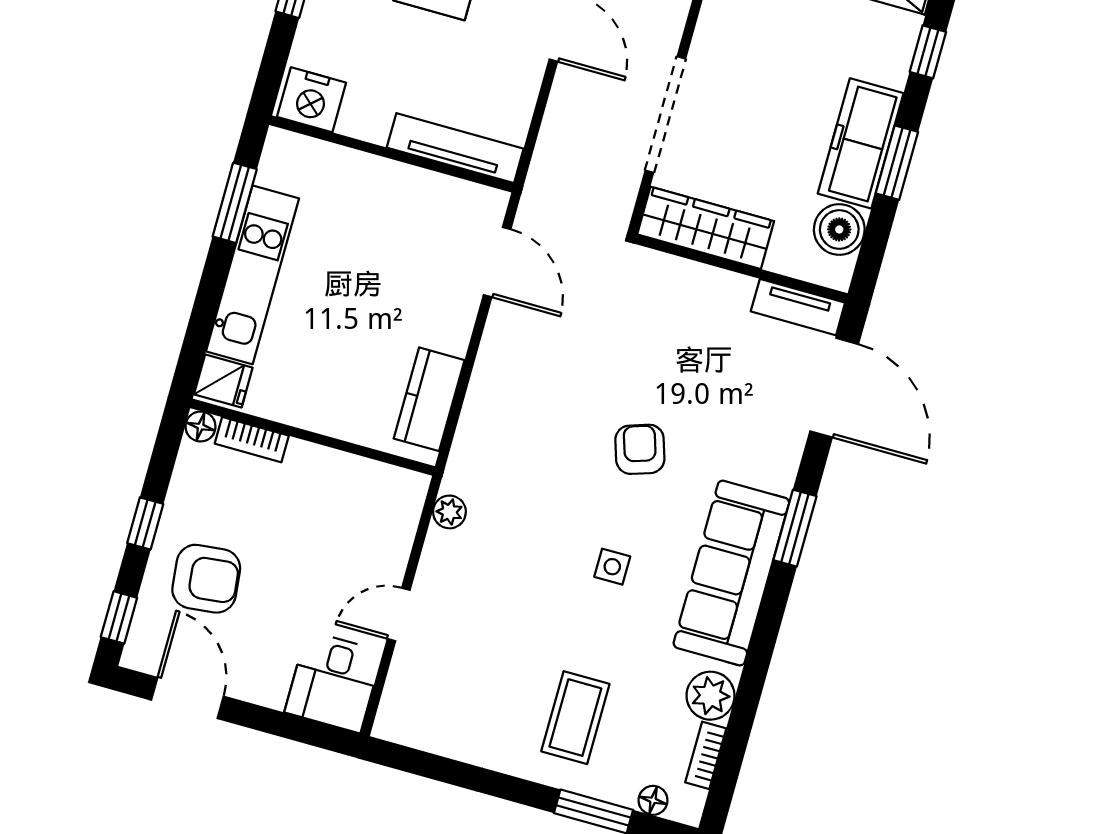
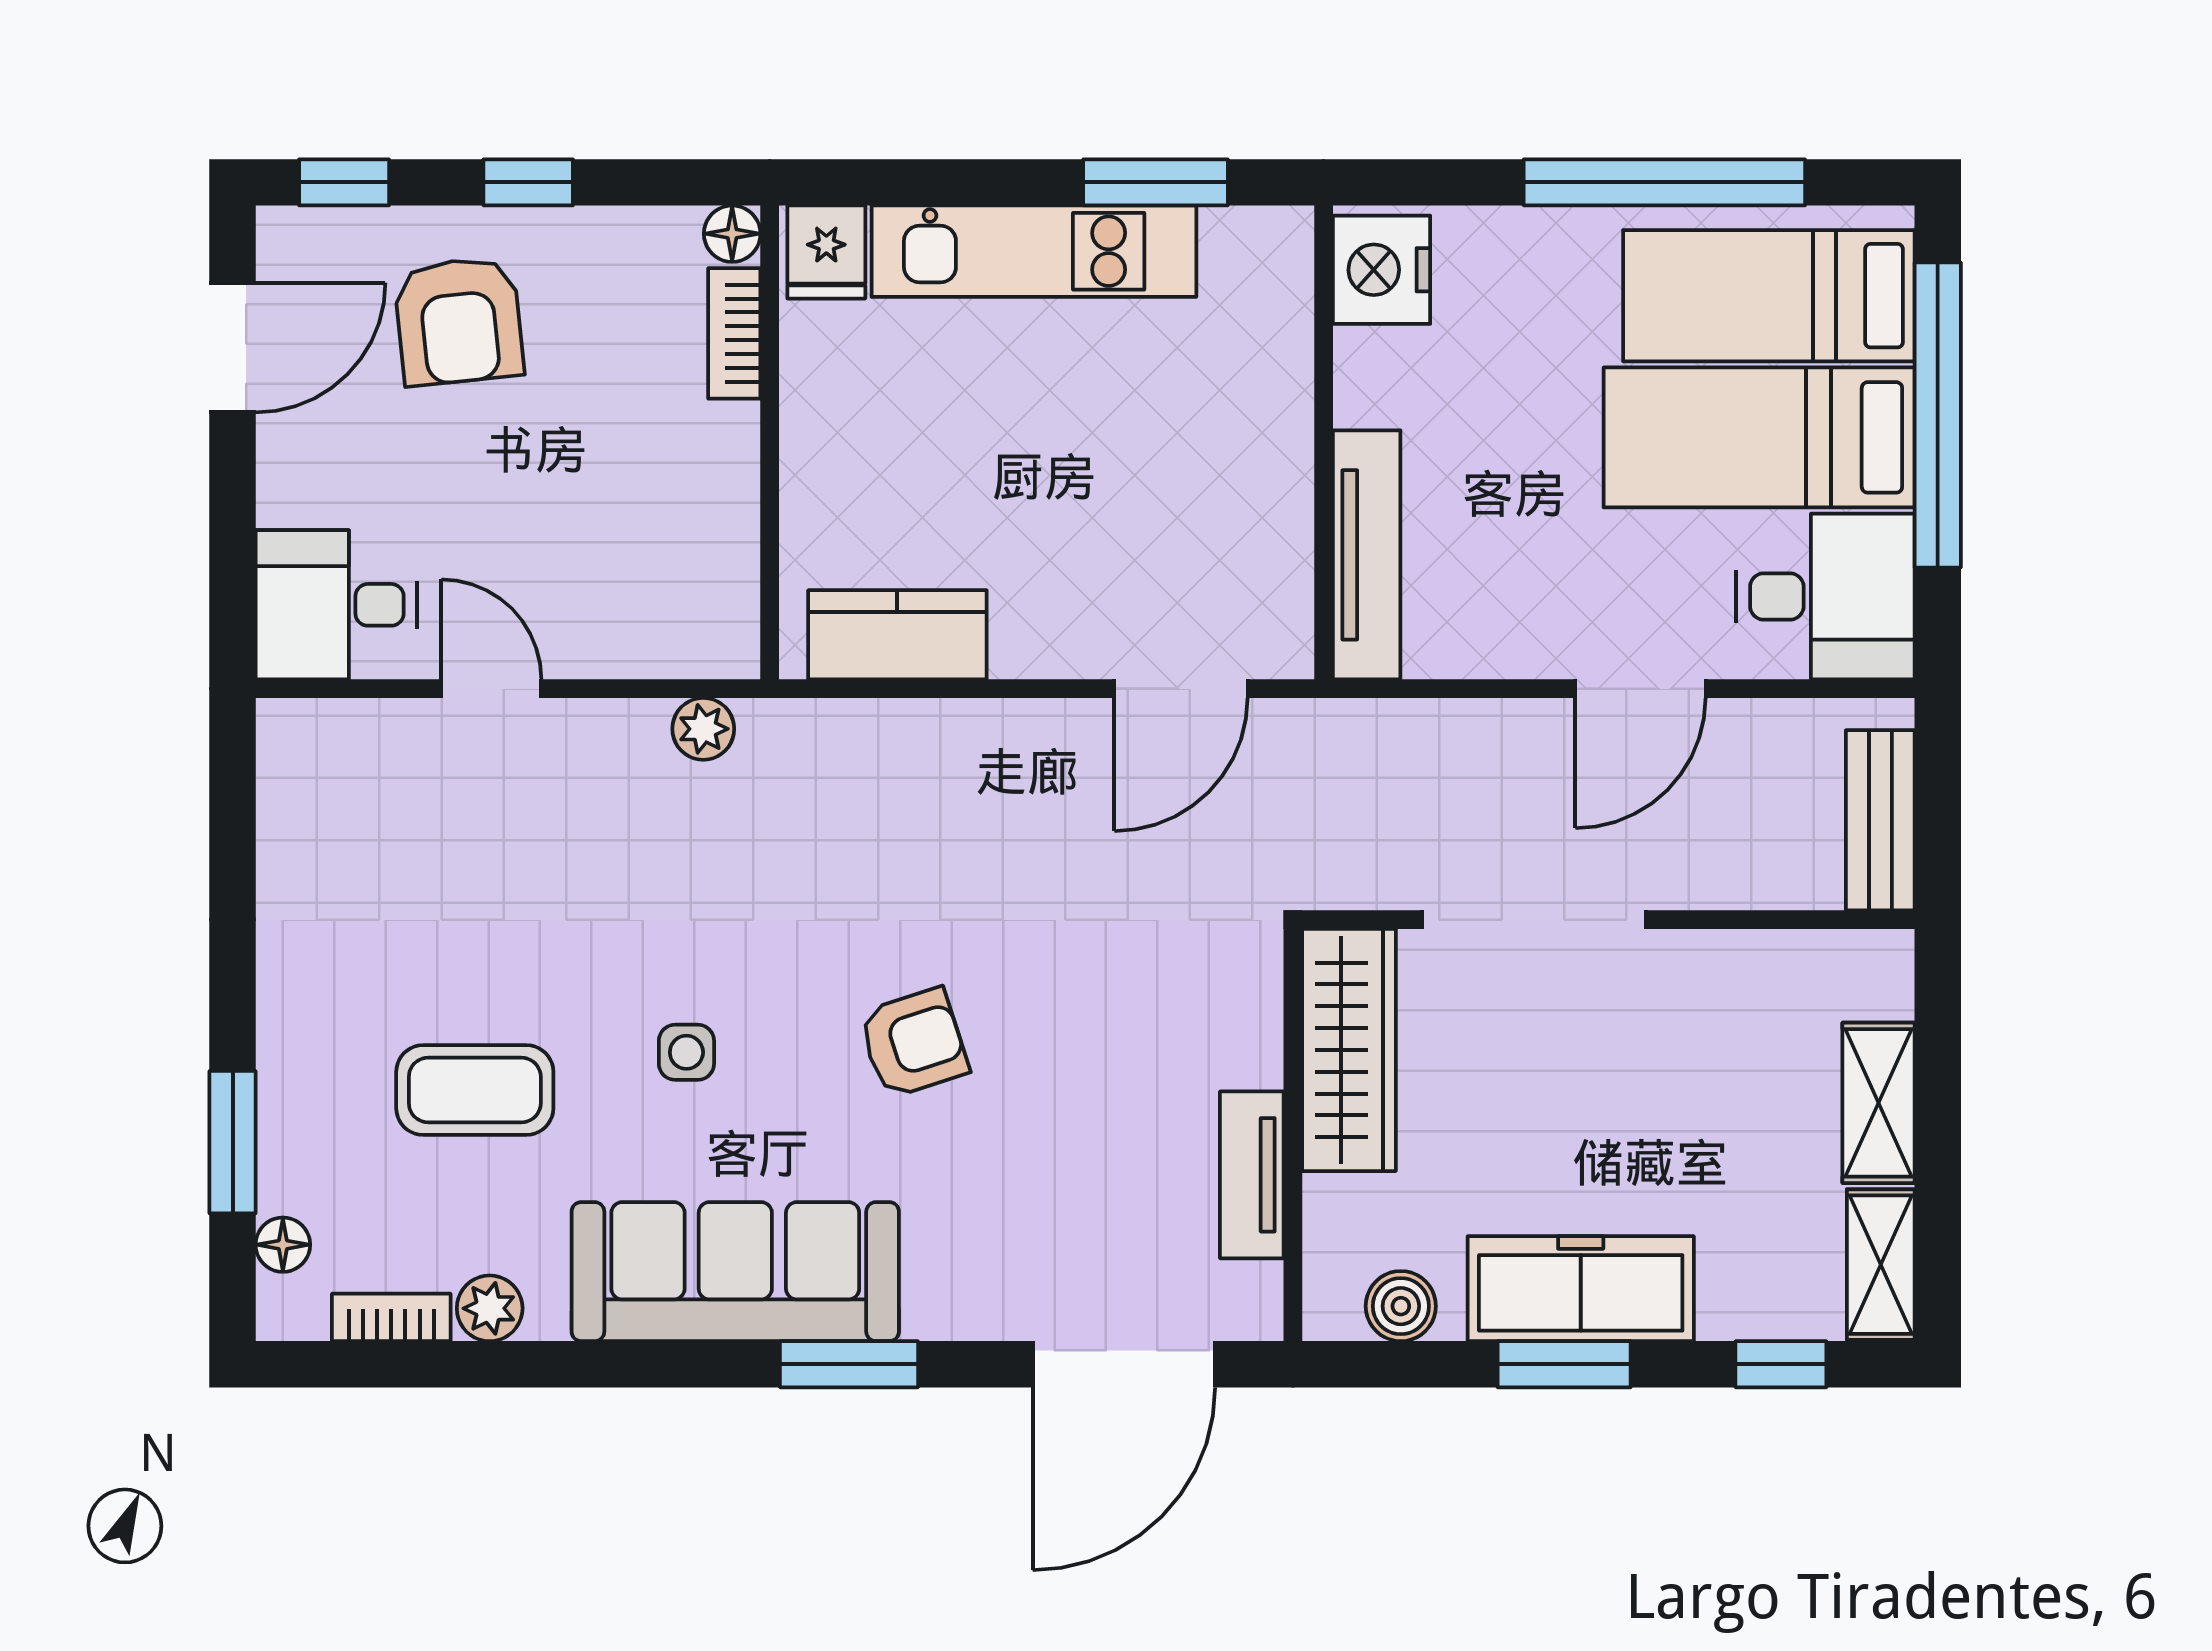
boiler: (839, 229) -> (1401, 1306), width x0.73, depth x0.73
tv unit: (798, 307) -> (1252, 1175), moved
plant: (711, 696) -> (490, 1308), width x0.73, depth x0.73
coffee table: (575, 718) -> (475, 1090), moved

